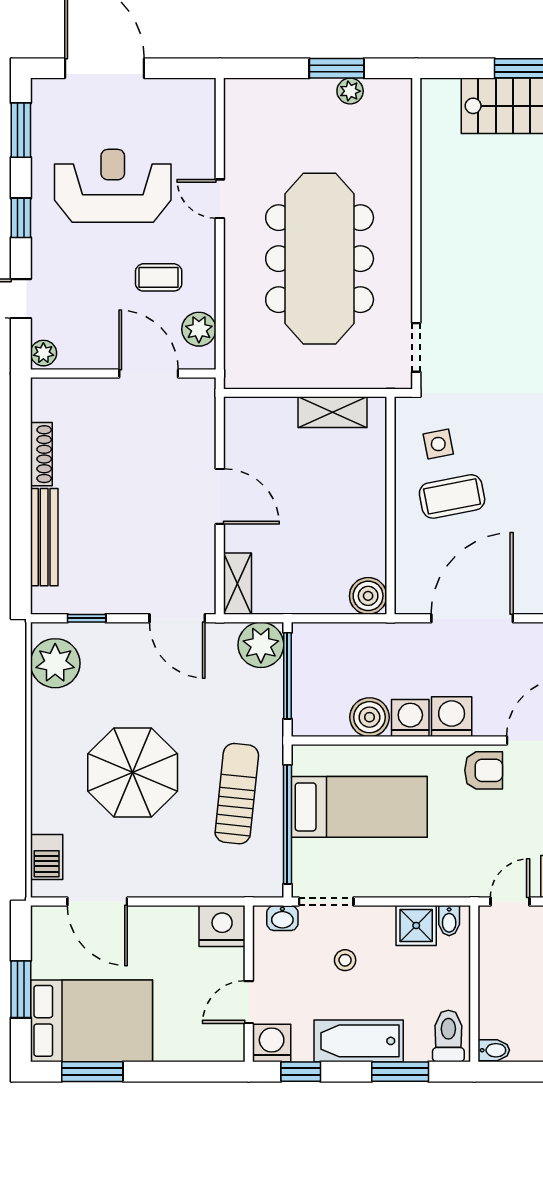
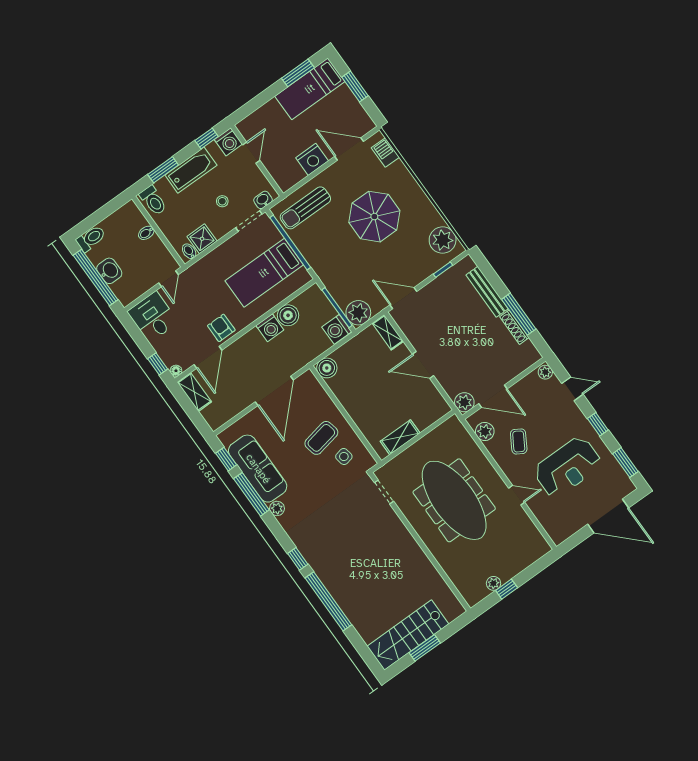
window: (337, 68) -> (507, 589), width x0.67
coffee table: (159, 277) -> (519, 441), turned -59
plant: (198, 395) -> (464, 402), added
window: (21, 469) -> (519, 314), added
washing machine: (452, 717) -> (337, 329), moved, turned 90
armchair: (484, 770) -> (221, 328), turned 90
sun lounger: (237, 794) -> (305, 208), moved, turned 84
nightstand: (222, 926) -> (312, 159), moved
bed: (91, 1021) -> (310, 89), width x0.67
bidet: (494, 1050) -> (146, 233), moved

